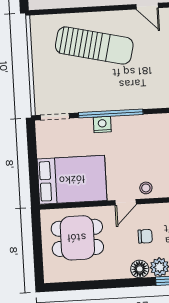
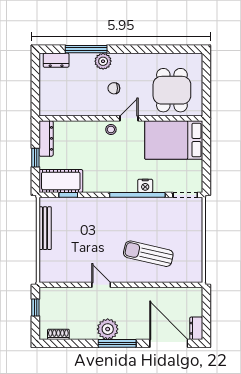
sun lounger: (94, 46) -> (148, 254), width x0.73, depth x0.75
dining table: (77, 238) -> (172, 90), turned 90
floor lamp: (140, 269) -> (120, 61), removed

